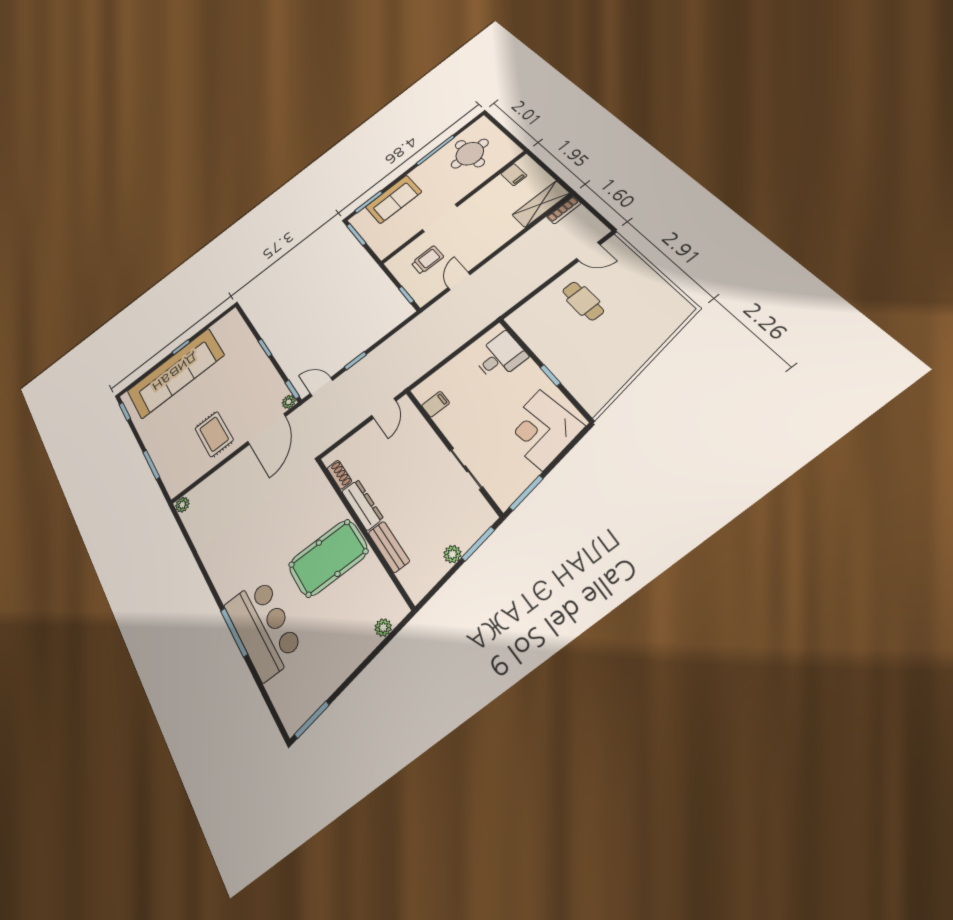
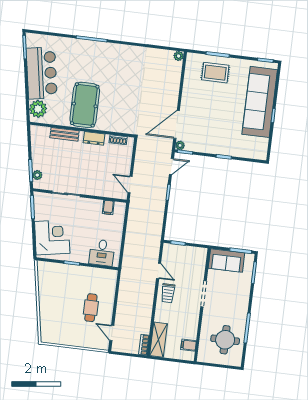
sofa: (393, 199) -> (226, 261), moved, turned -90
door: (588, 252) -> (112, 333), hinge flipped
trolley: (427, 260) -> (168, 293), moved
cafe table: (583, 301) -> (91, 308), turned 90
door: (267, 429) -> (177, 125), hinge flipped
rug: (214, 434) -> (215, 73), moved
dresser: (362, 505) -> (94, 138), width x0.70
plant: (452, 554) -> (37, 175), moved
bar counter: (263, 628) -> (42, 73), moved, turned -100
plant: (383, 628) -> (38, 109), width x1.88, depth x1.88

